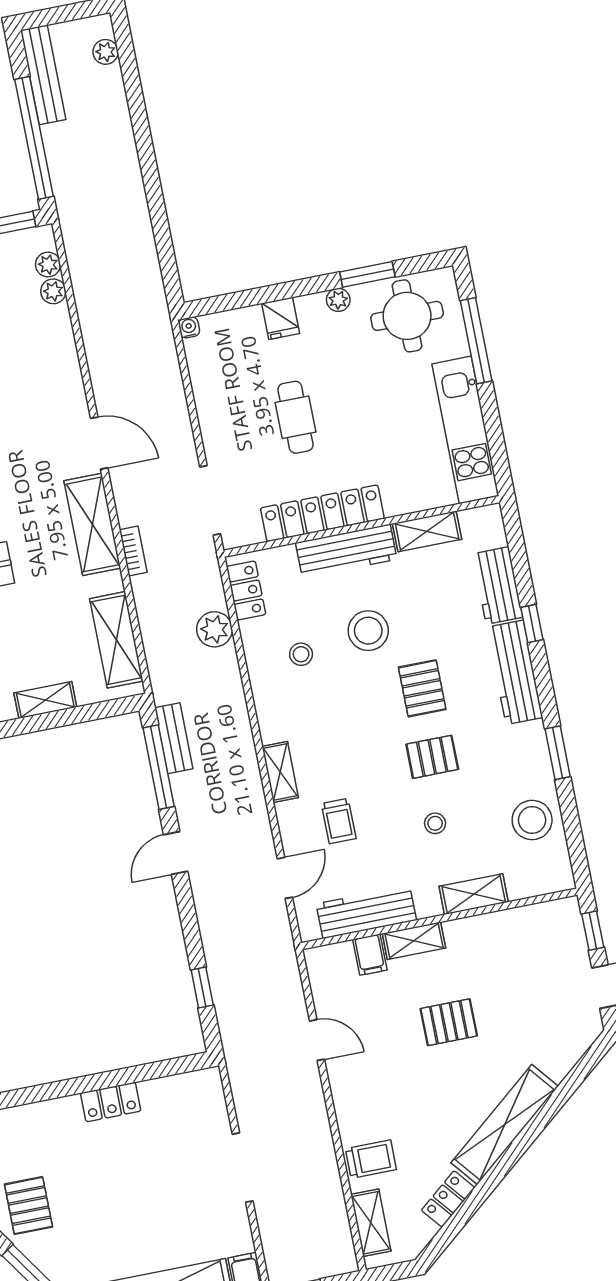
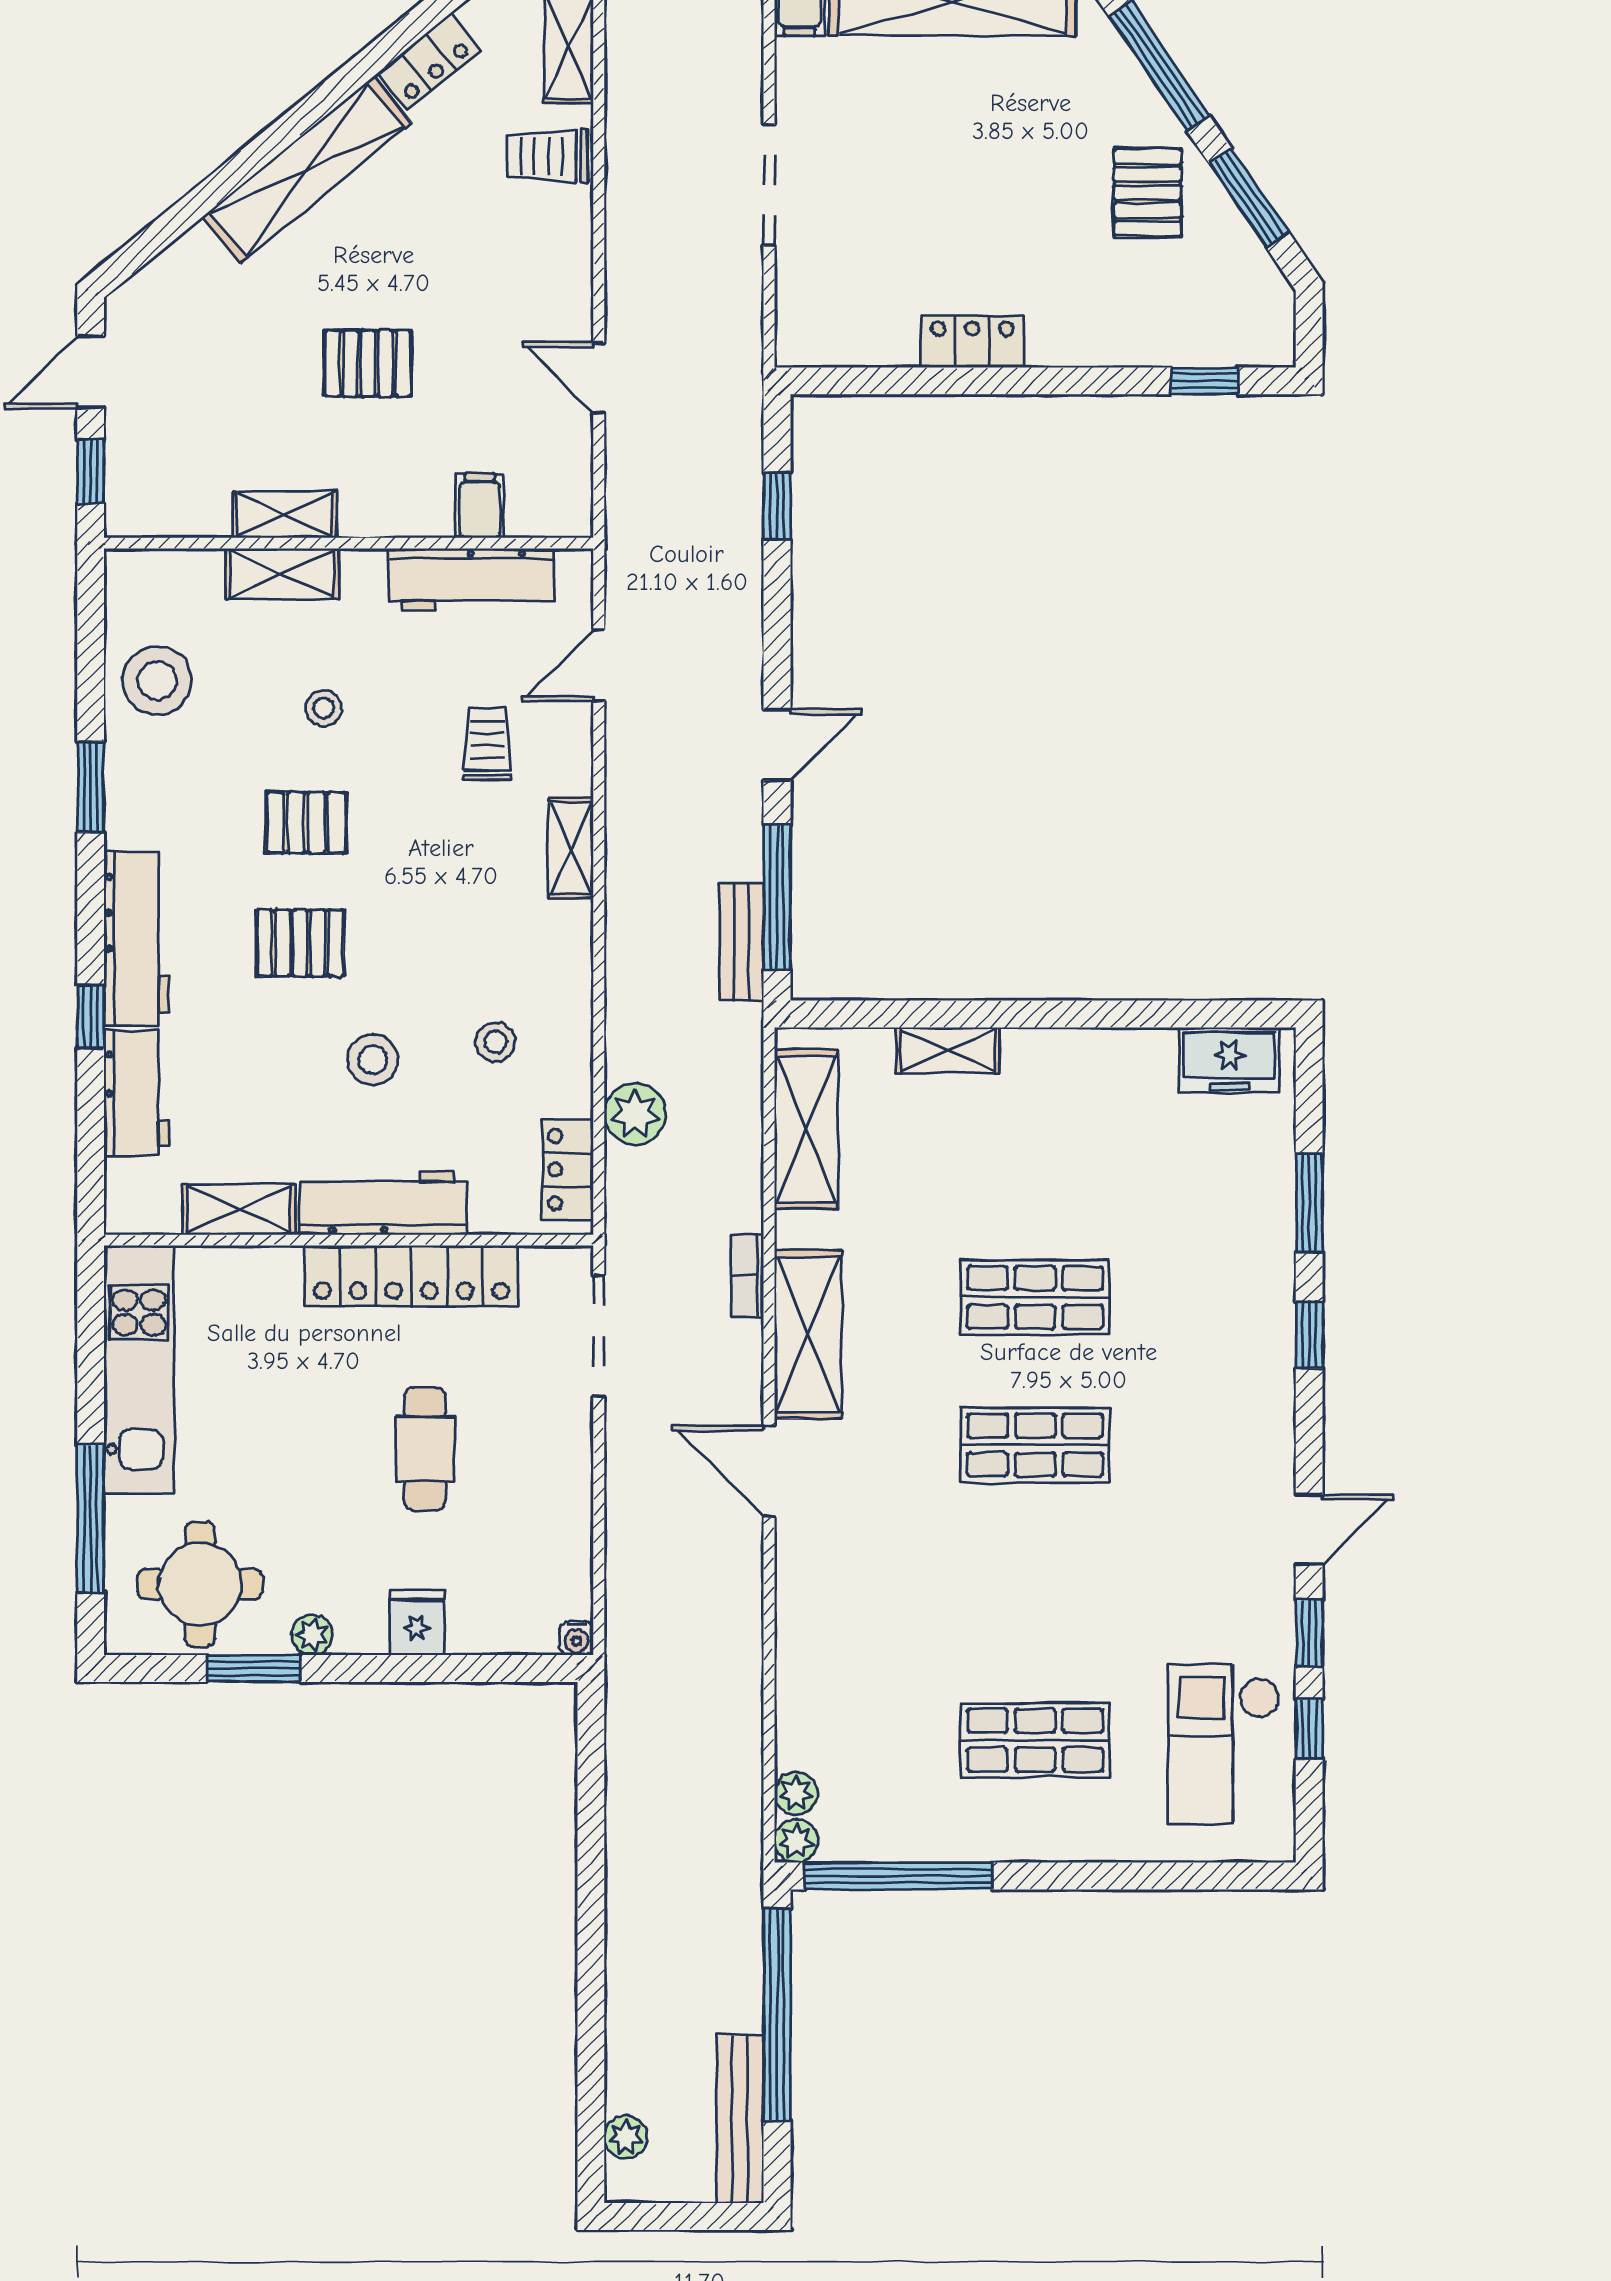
plant: (53, 291) -> (796, 1841), moved
stool: (368, 631) -> (373, 1060), width x0.73, depth x0.73
pallet: (422, 688) -> (300, 943), turned 90
shelving: (414, 941) -> (285, 515), moved

